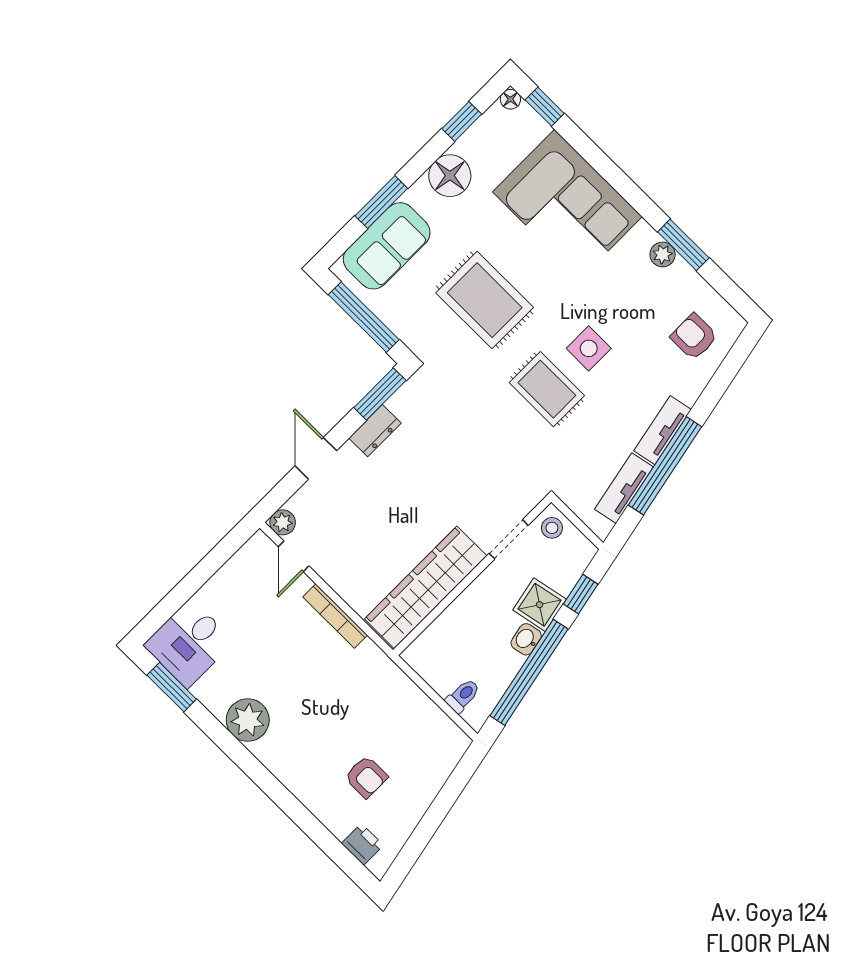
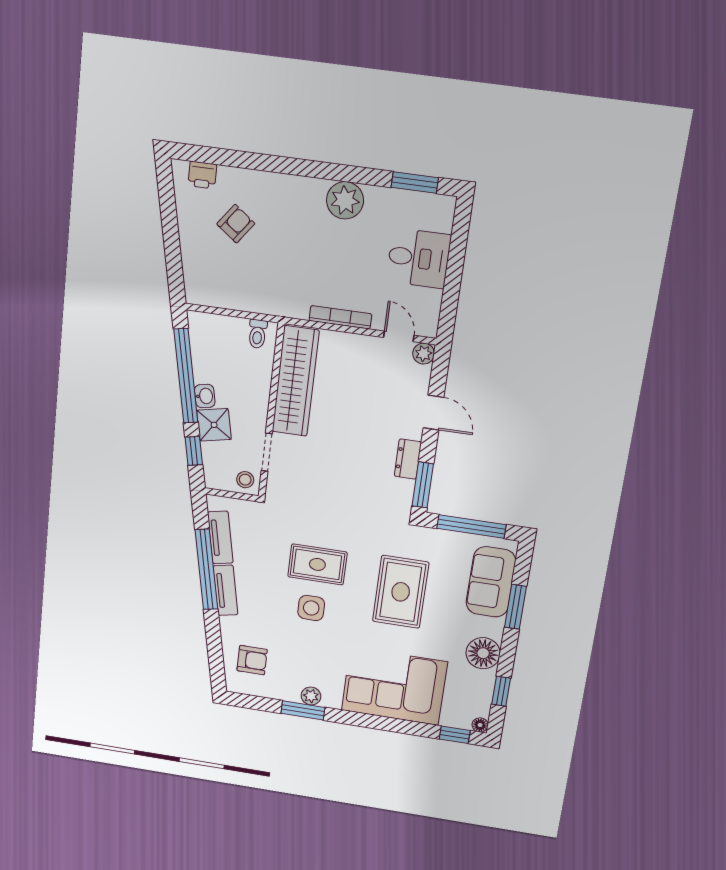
rug: (485, 300) -> (401, 592), turned 90
desk: (189, 643) -> (418, 258), moved, turned 90
toilet: (463, 696) -> (257, 334), moved
armchair: (366, 777) -> (236, 224), turned 127

